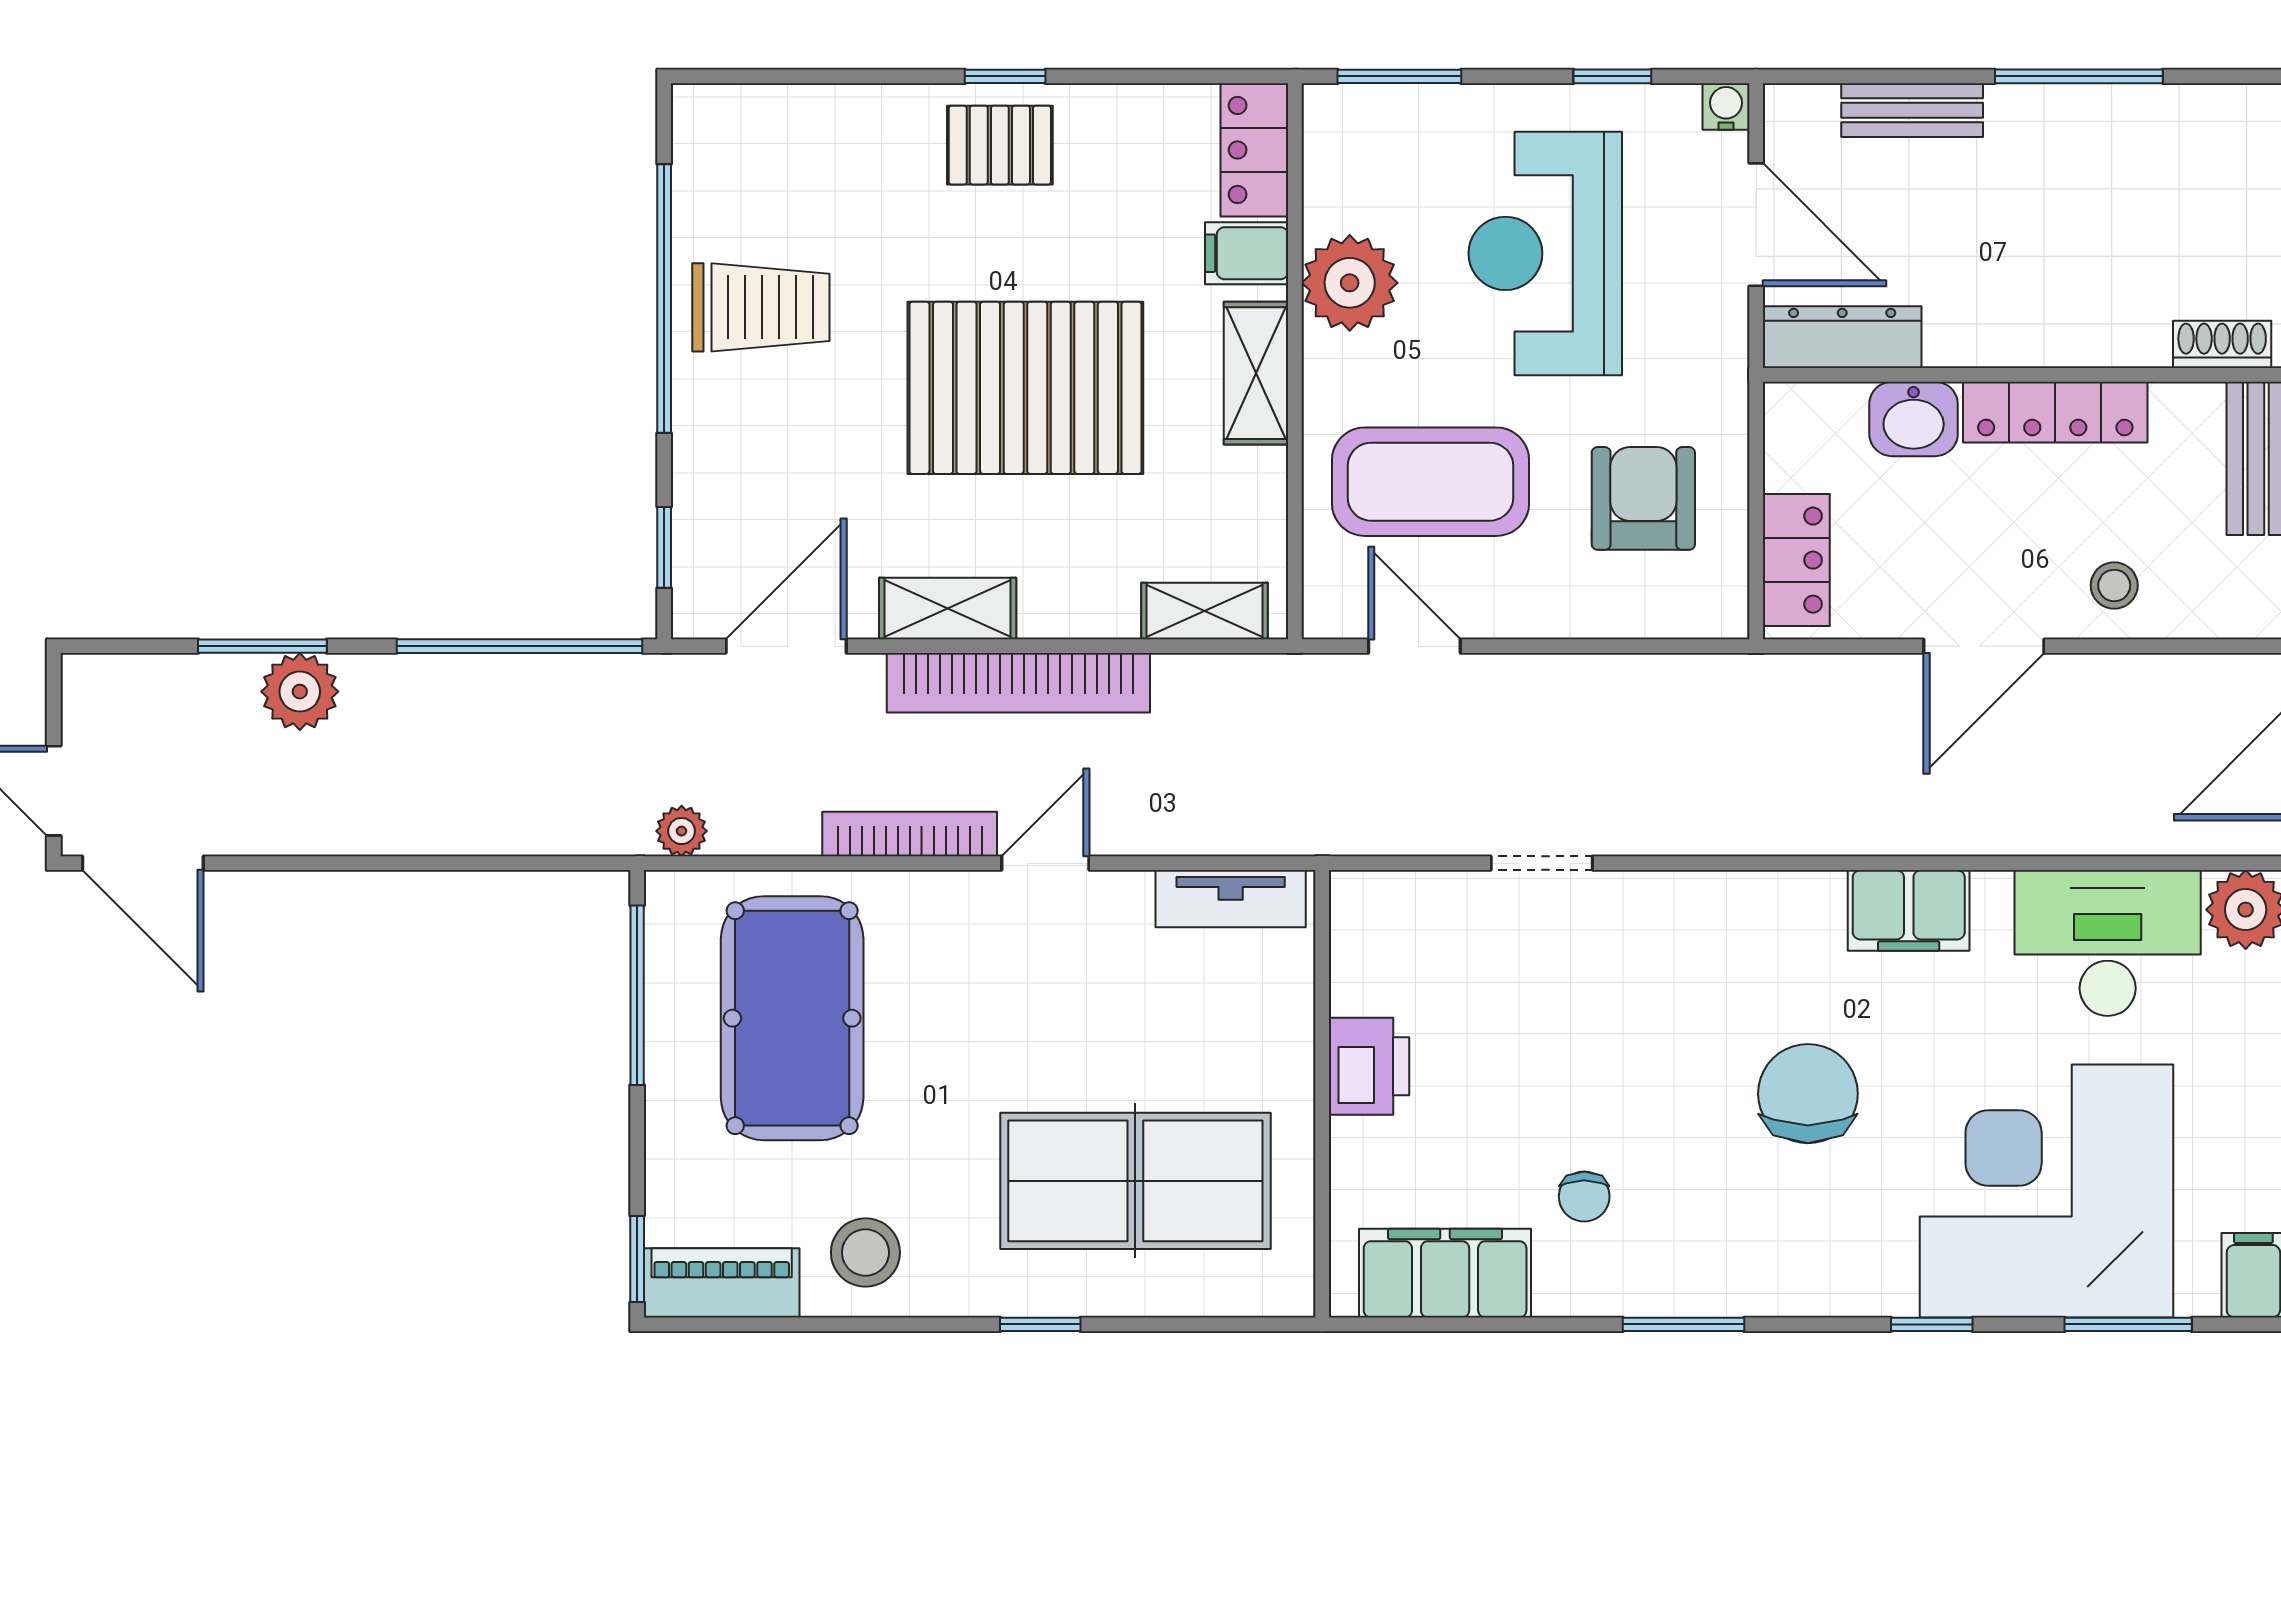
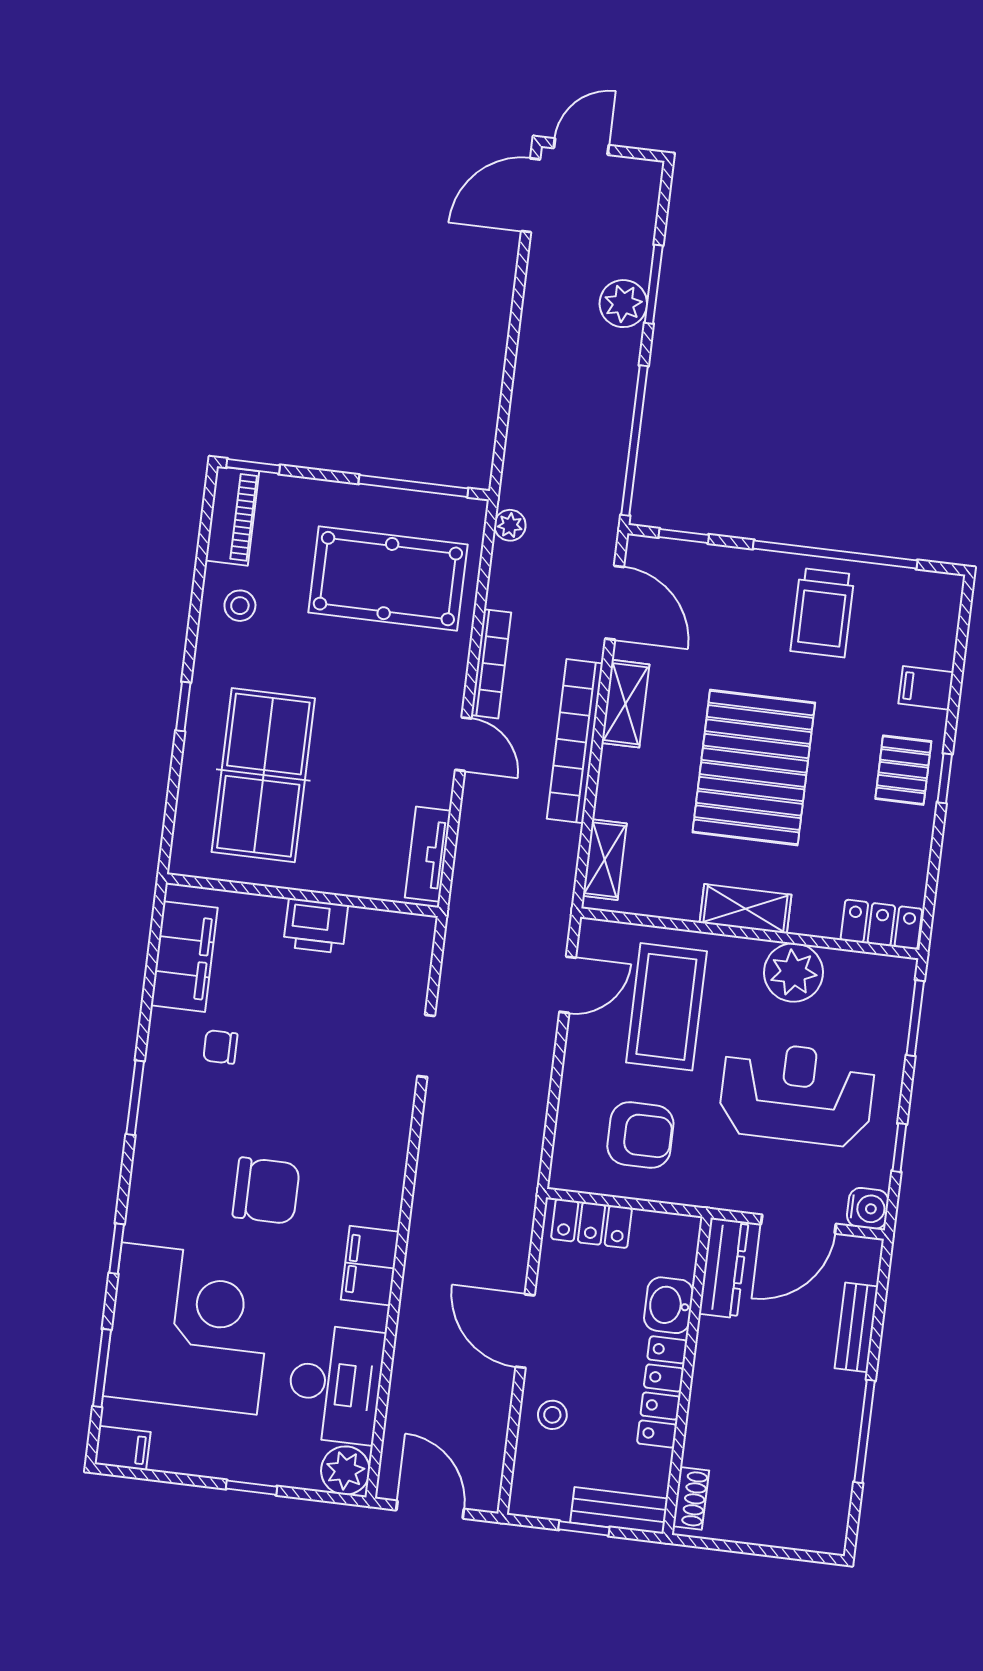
water cooler: (1726, 107) -> (868, 1208), width x1.38, depth x1.38
filing cabinet: (1247, 253) -> (926, 688), moved, turned -90
stool: (865, 1253) -> (240, 606), width x0.73, depth x0.73

